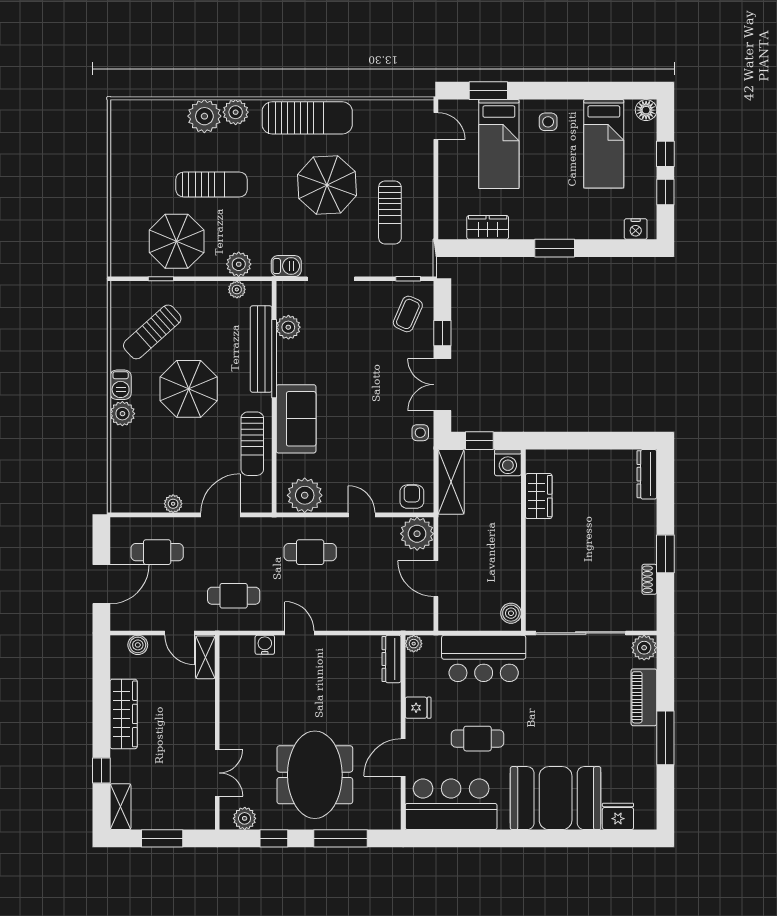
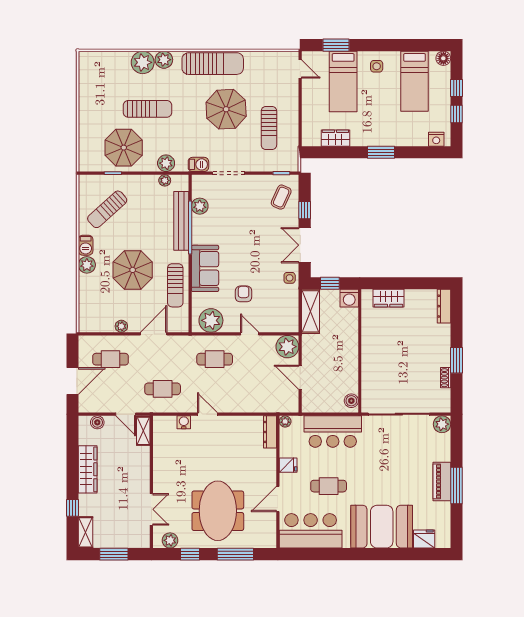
parasol: (189, 389) -> (133, 270), moved
wardrobe: (539, 496) -> (389, 298), moved, turned 90
armchair: (412, 497) -> (244, 294), moved
piano: (644, 697) -> (442, 481), moved

